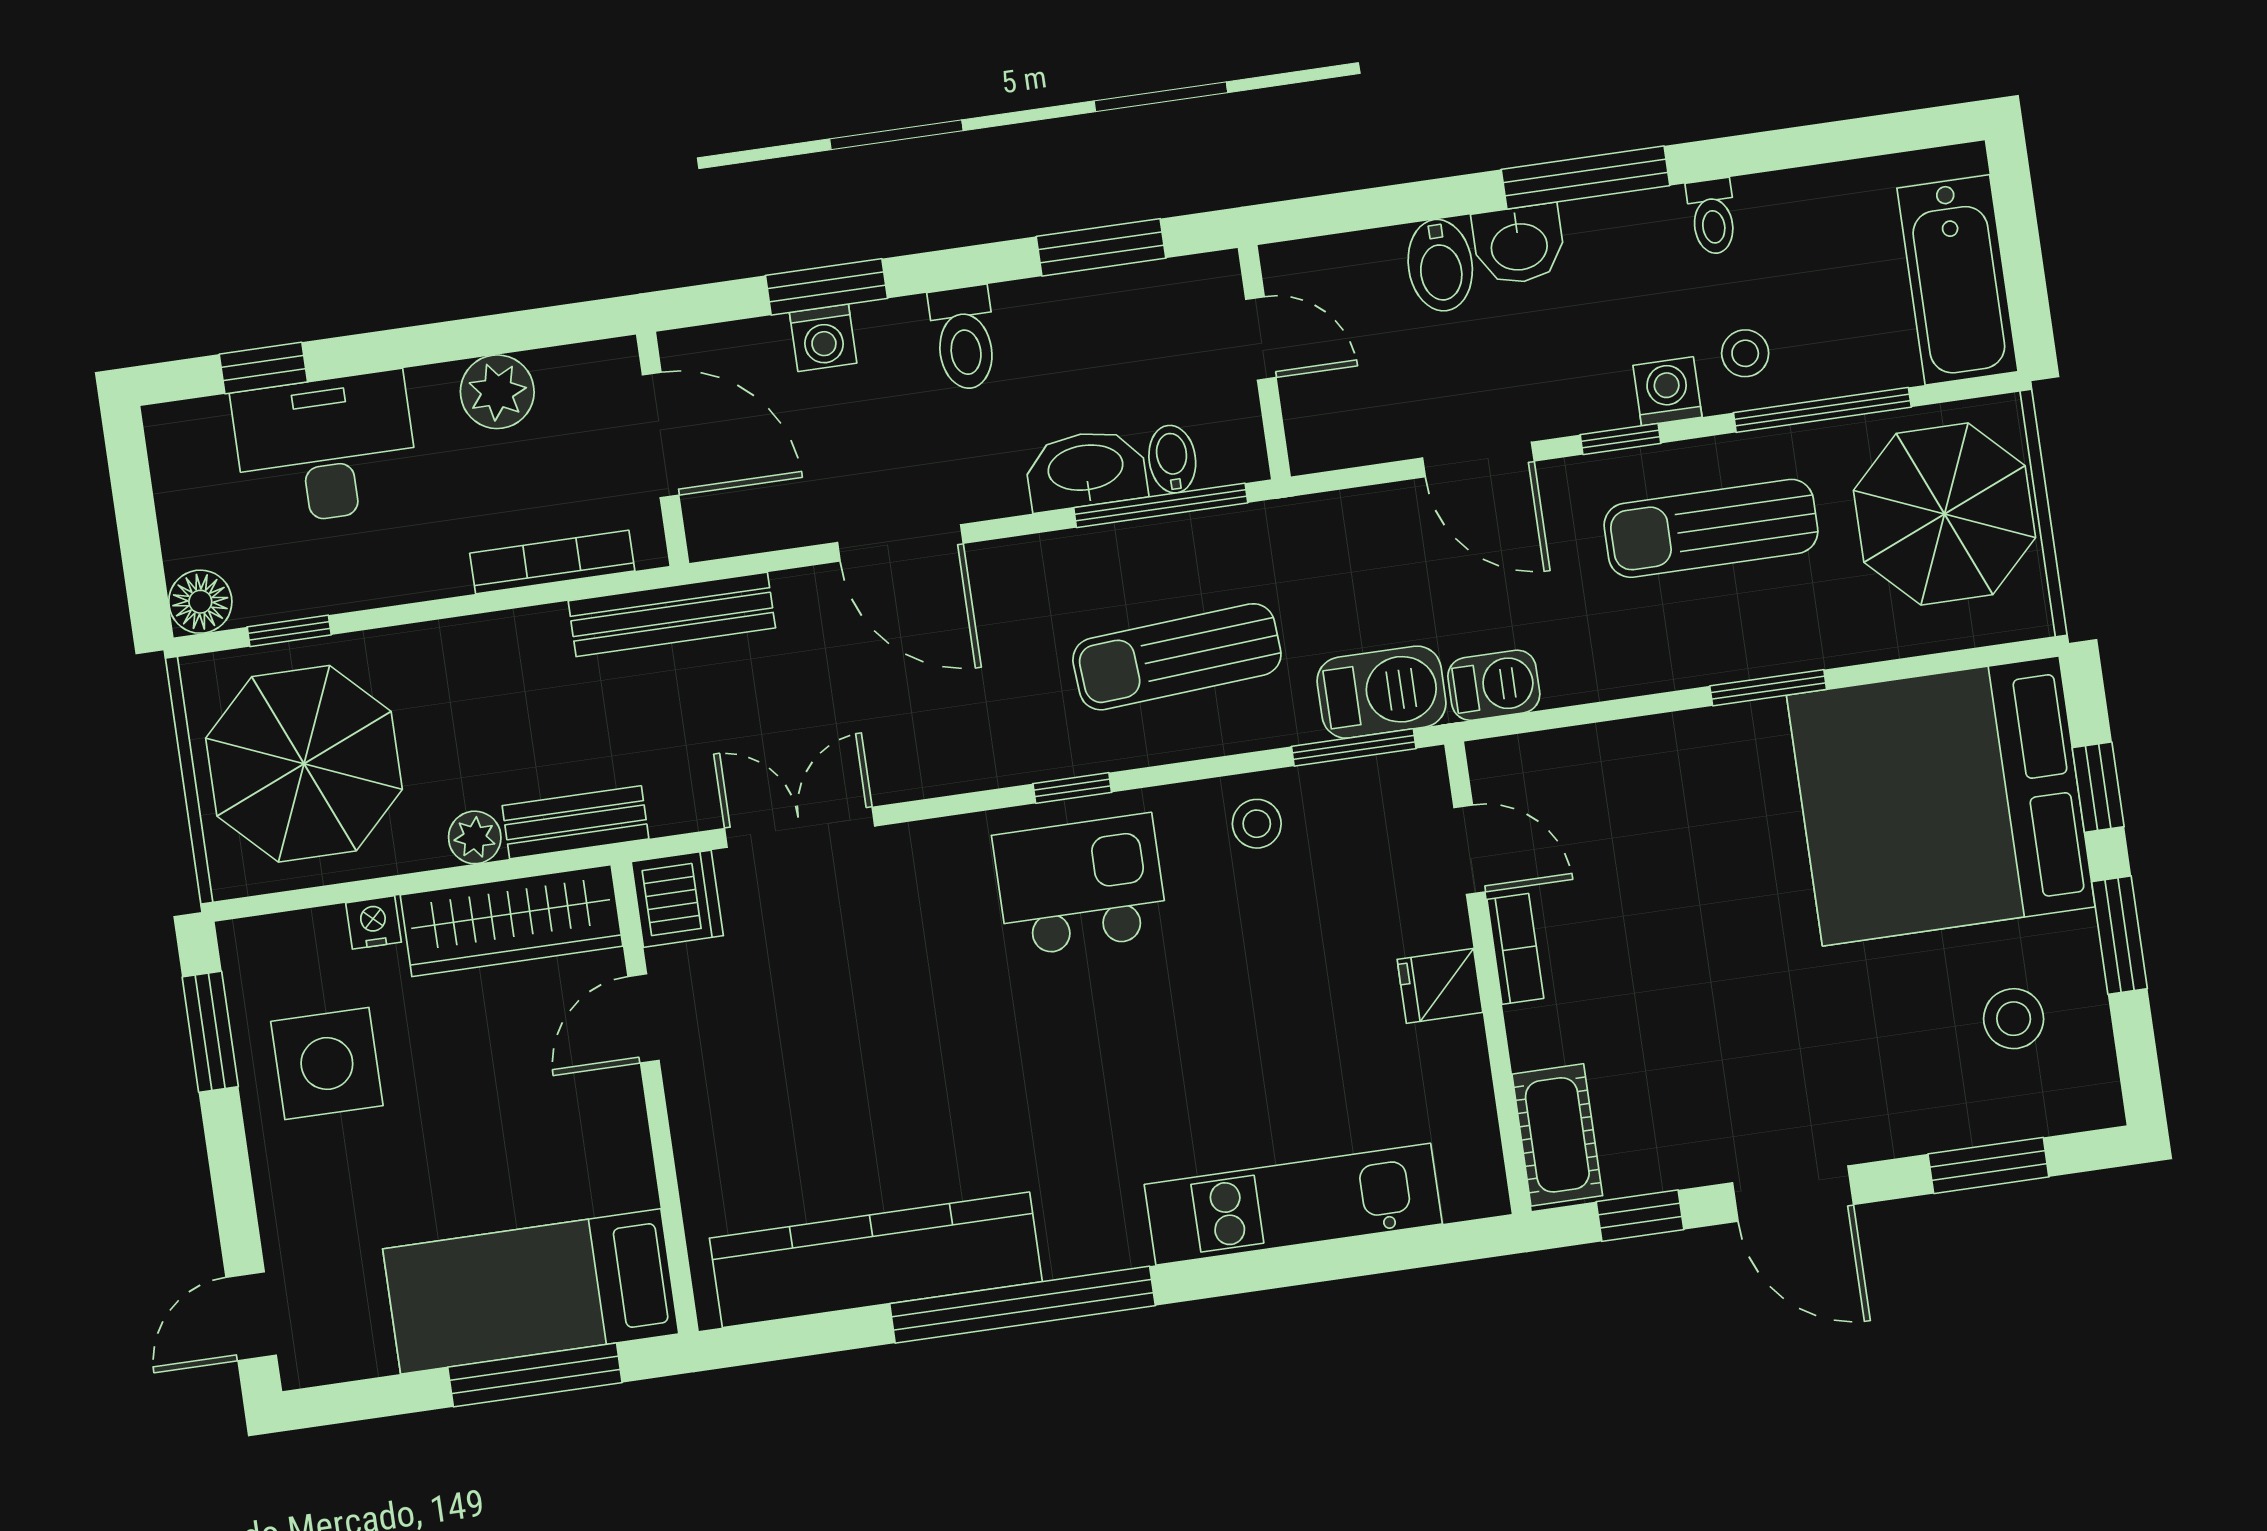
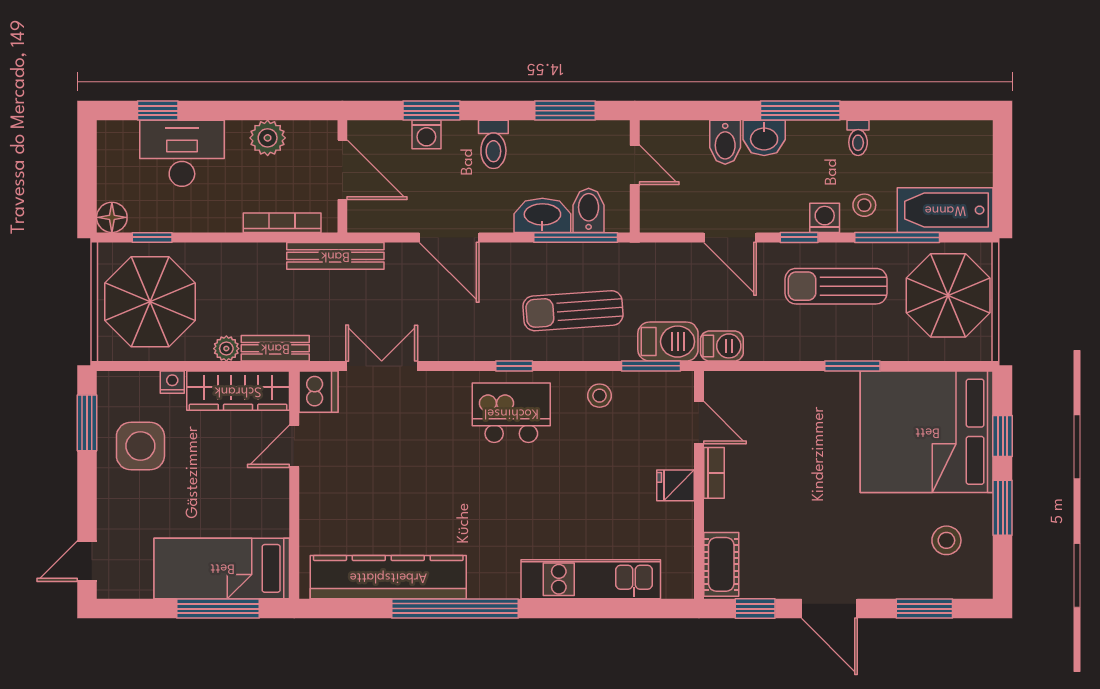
bathtub: (1957, 280) -> (945, 210), moved, turned 90
bidet: (1172, 459) -> (589, 210), width x1.38, depth x1.36

